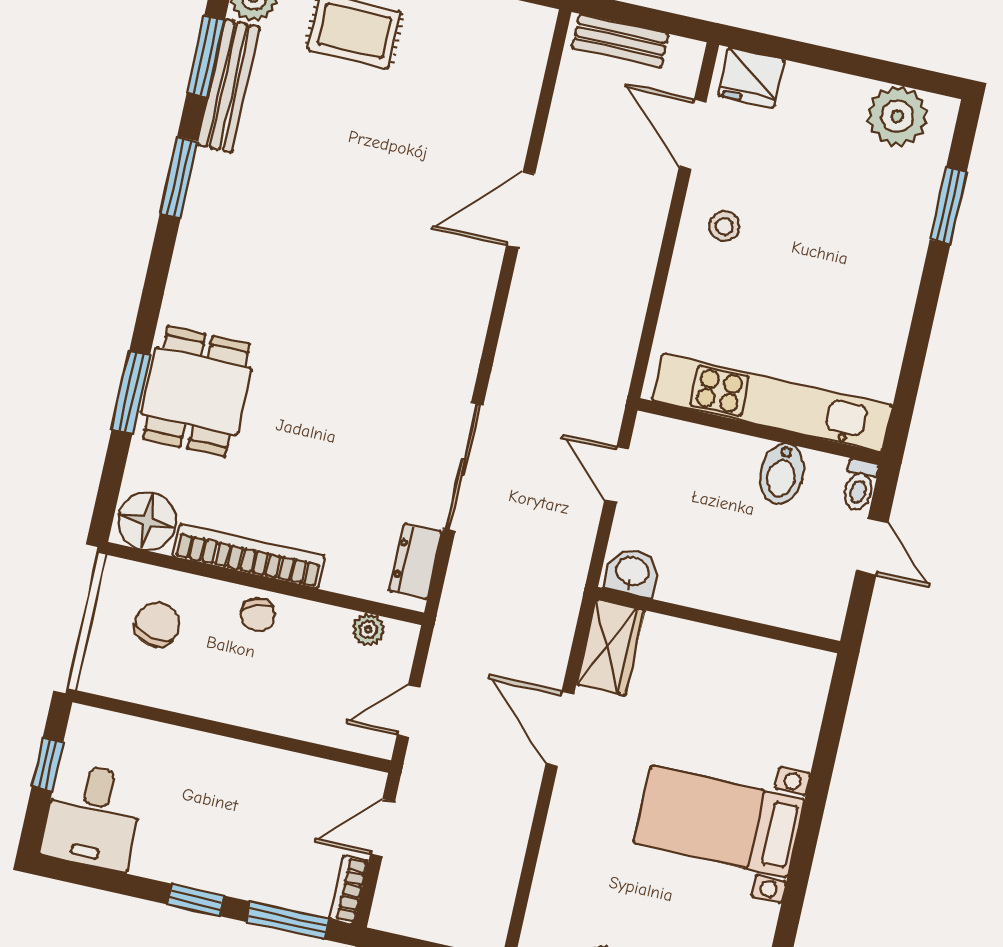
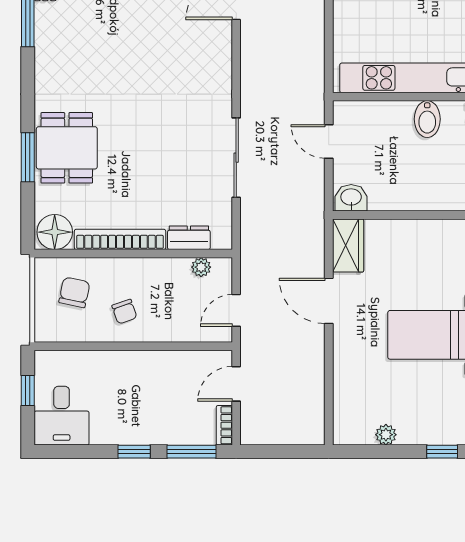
dresser: (416, 561) -> (189, 238), moved, turned 90
chair: (258, 615) -> (124, 312), moved

